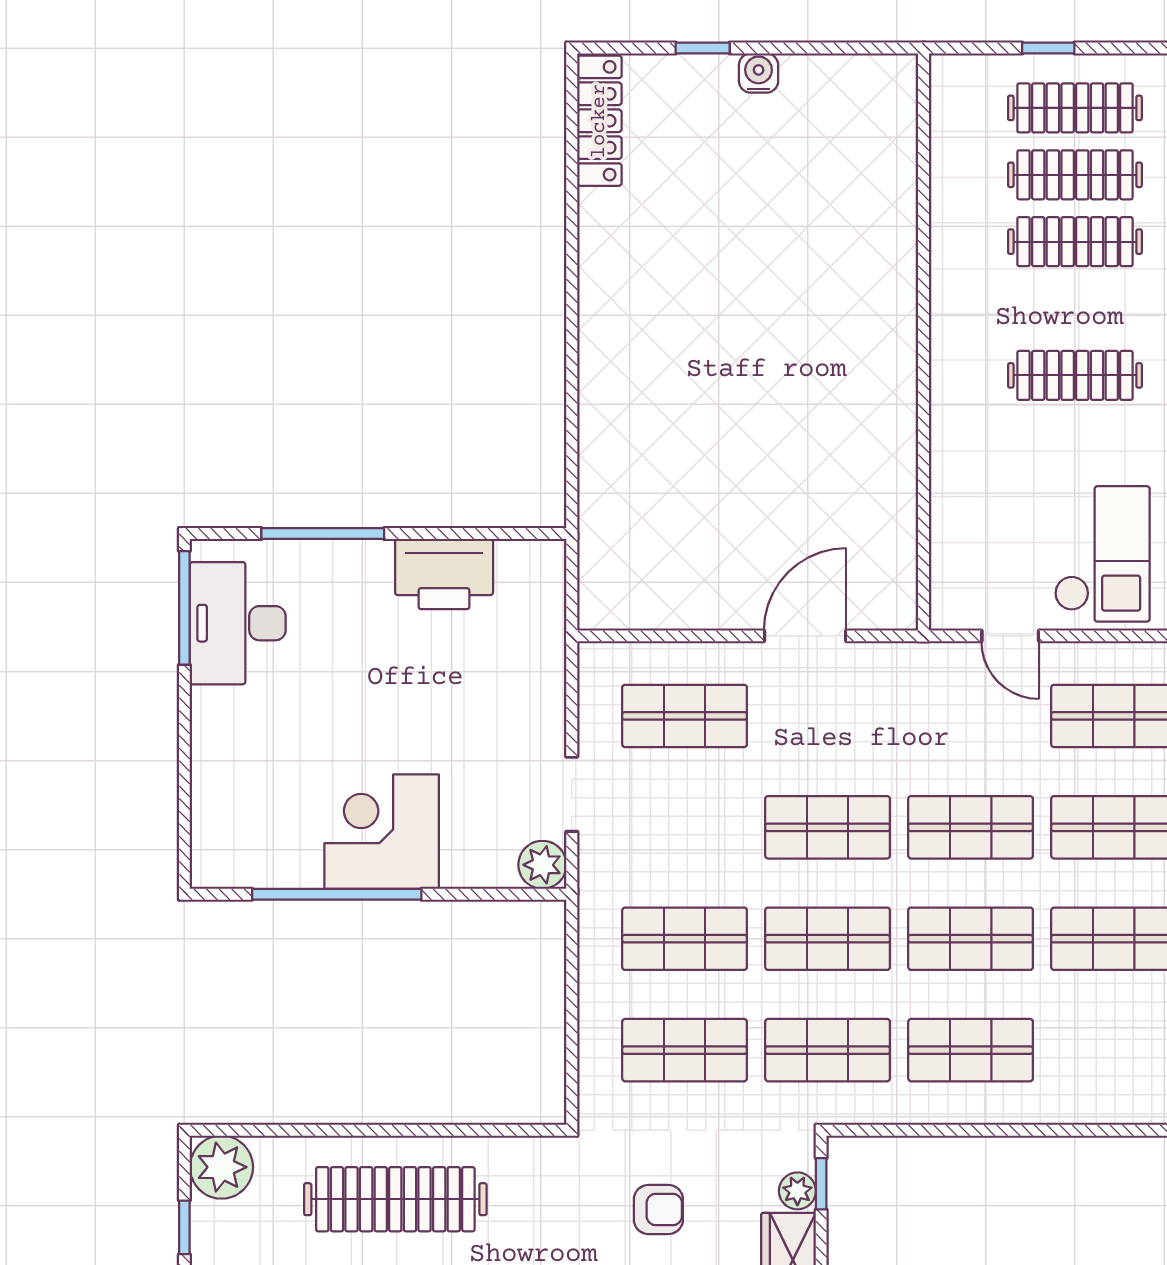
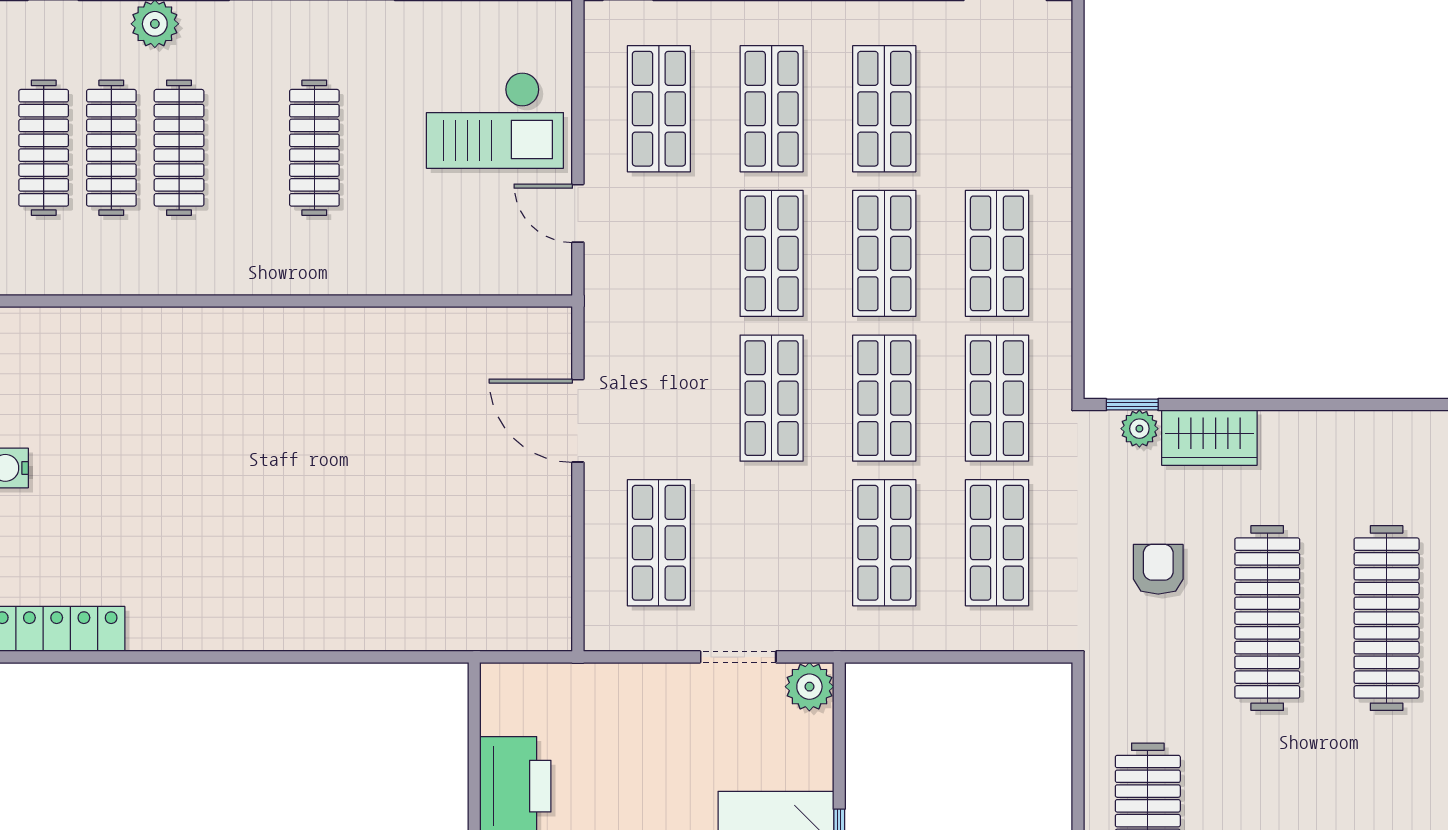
checkout: (1102, 554) -> (495, 120), turned 180
door: (1010, 636) -> (578, 213), swing flipped

